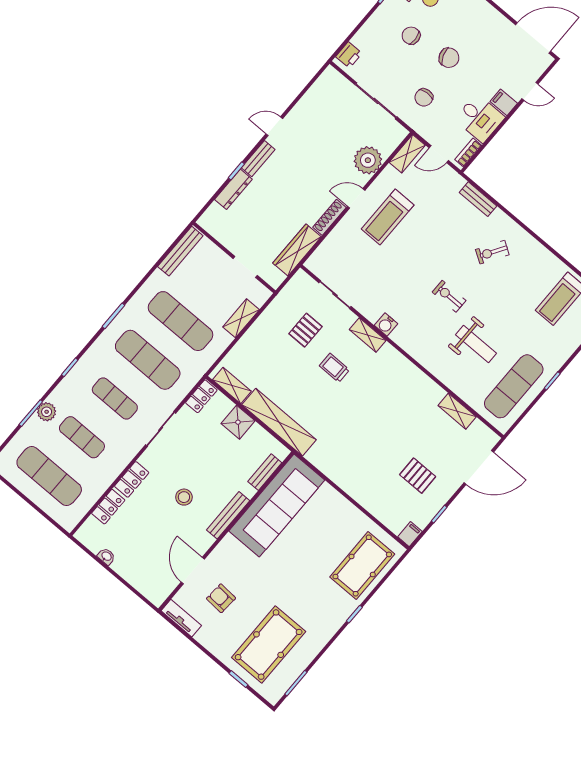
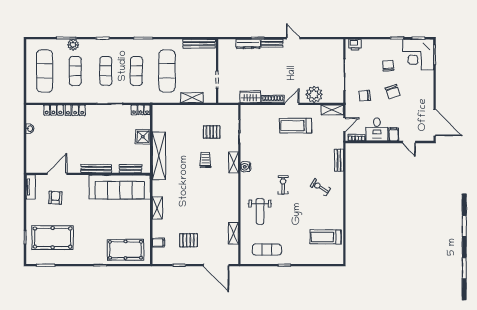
door: (439, 154) -> (344, 125), swing flipped
door: (356, 198) -> (292, 104), hinge flipped
wardrobe: (297, 250) -> (250, 97), width x0.67
weight bench: (476, 344) -> (260, 211), moved
exercise mat: (148, 360) -> (136, 71), width x0.73, depth x0.69
shelving: (232, 386) -> (157, 208), moved
exercise mat: (514, 386) -> (267, 250), width x0.73, depth x0.69
pallet: (418, 476) -> (188, 240), turned 90
stool: (184, 497) -> (87, 141), removed
filing cabinet: (410, 534) -> (159, 243), moved

